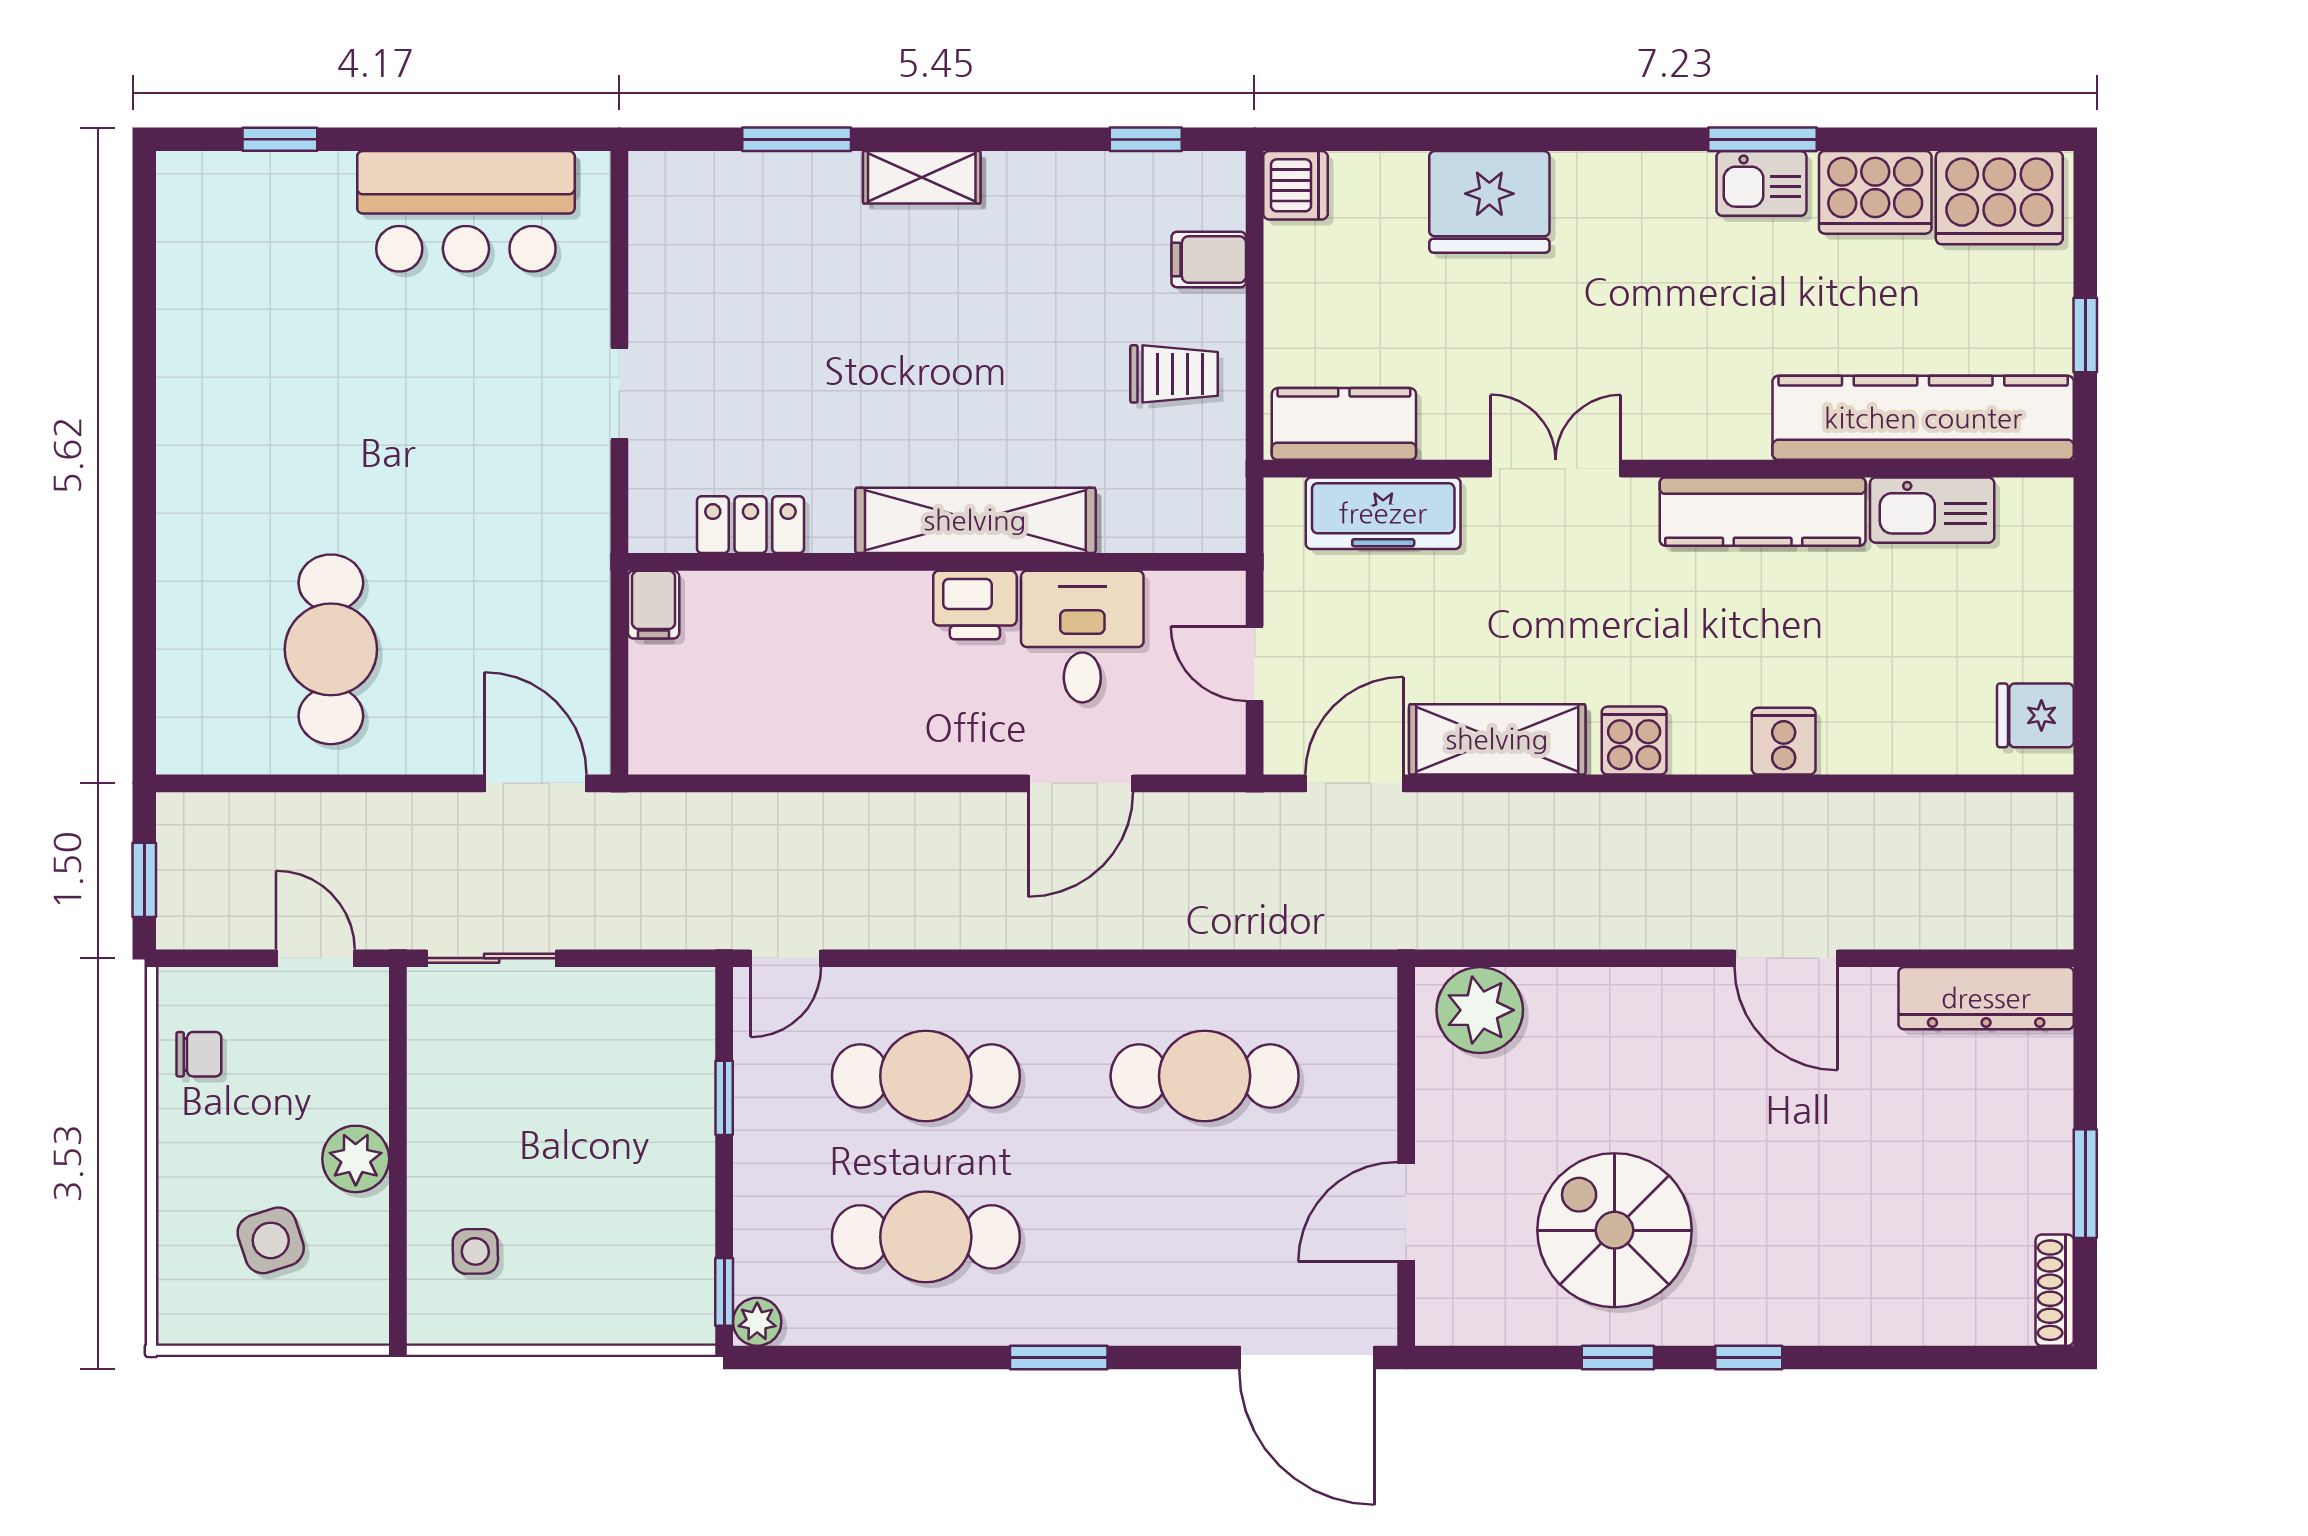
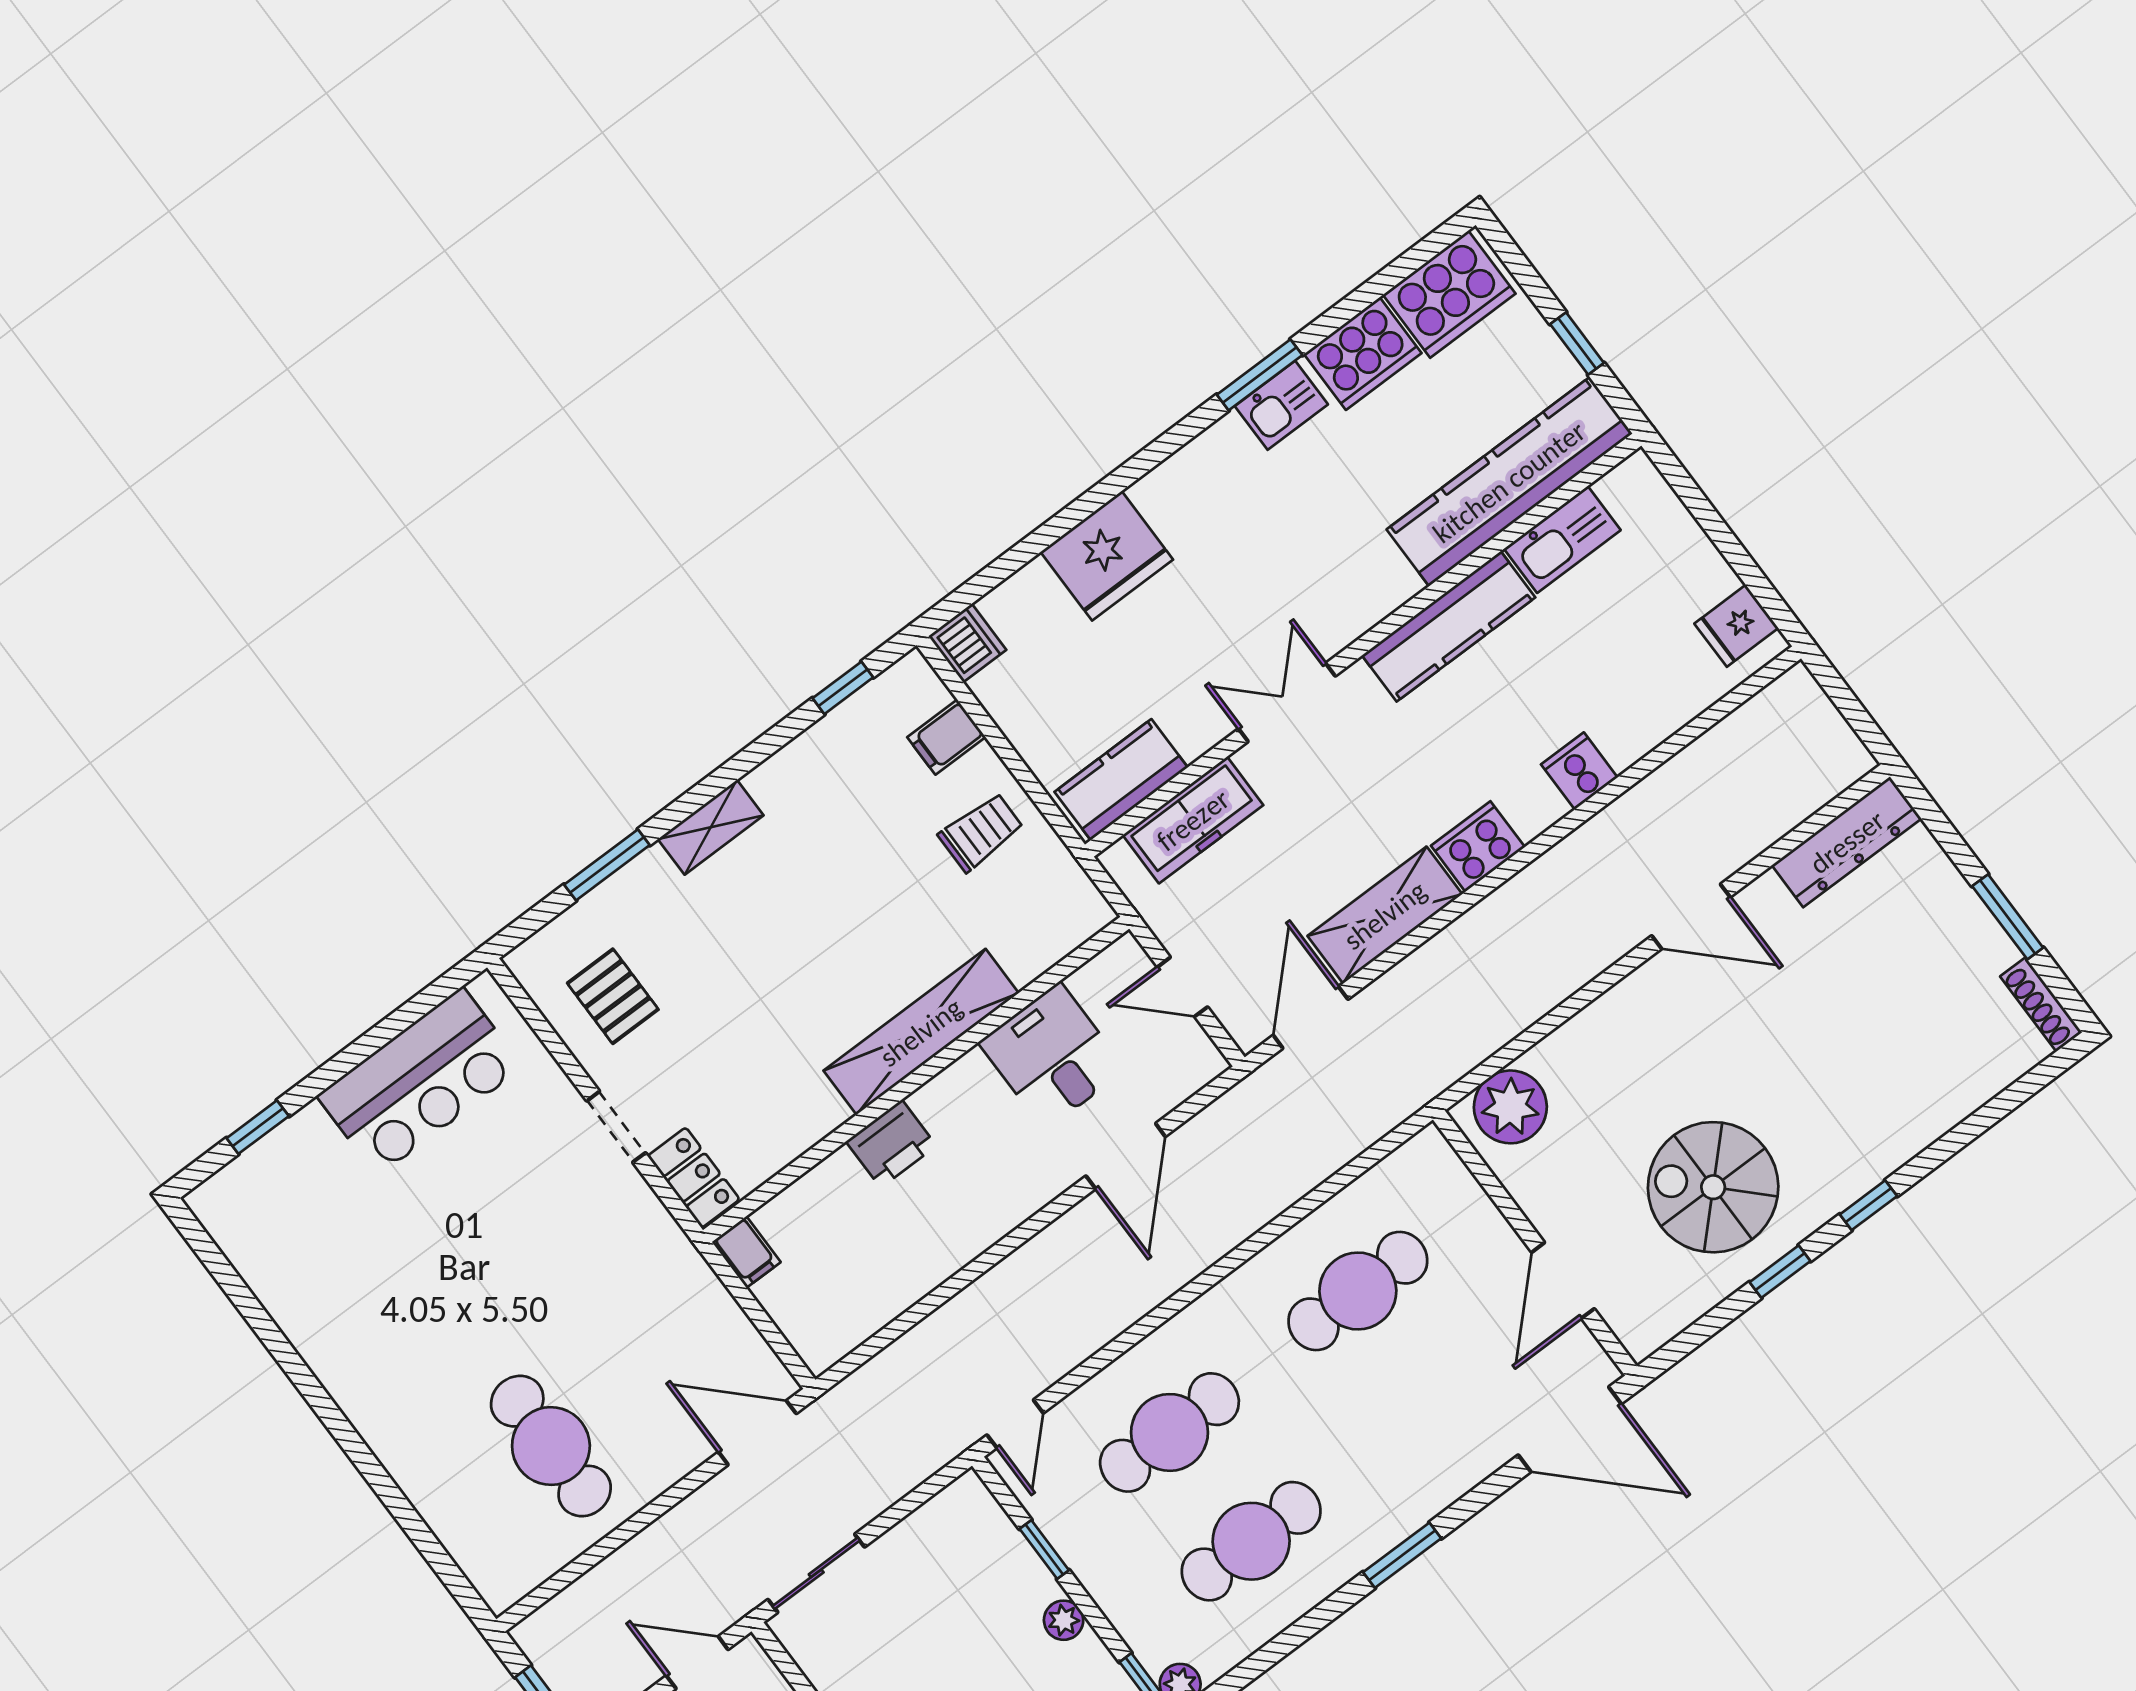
pallet: (709, 268) -> (613, 996), added
locker: (750, 525) -> (694, 1178), moved, turned 90
printer: (975, 605) -> (891, 1144), moved
cooker: (1634, 741) -> (1478, 846), width x1.36
plant: (692, 1178) -> (1064, 1620), added

